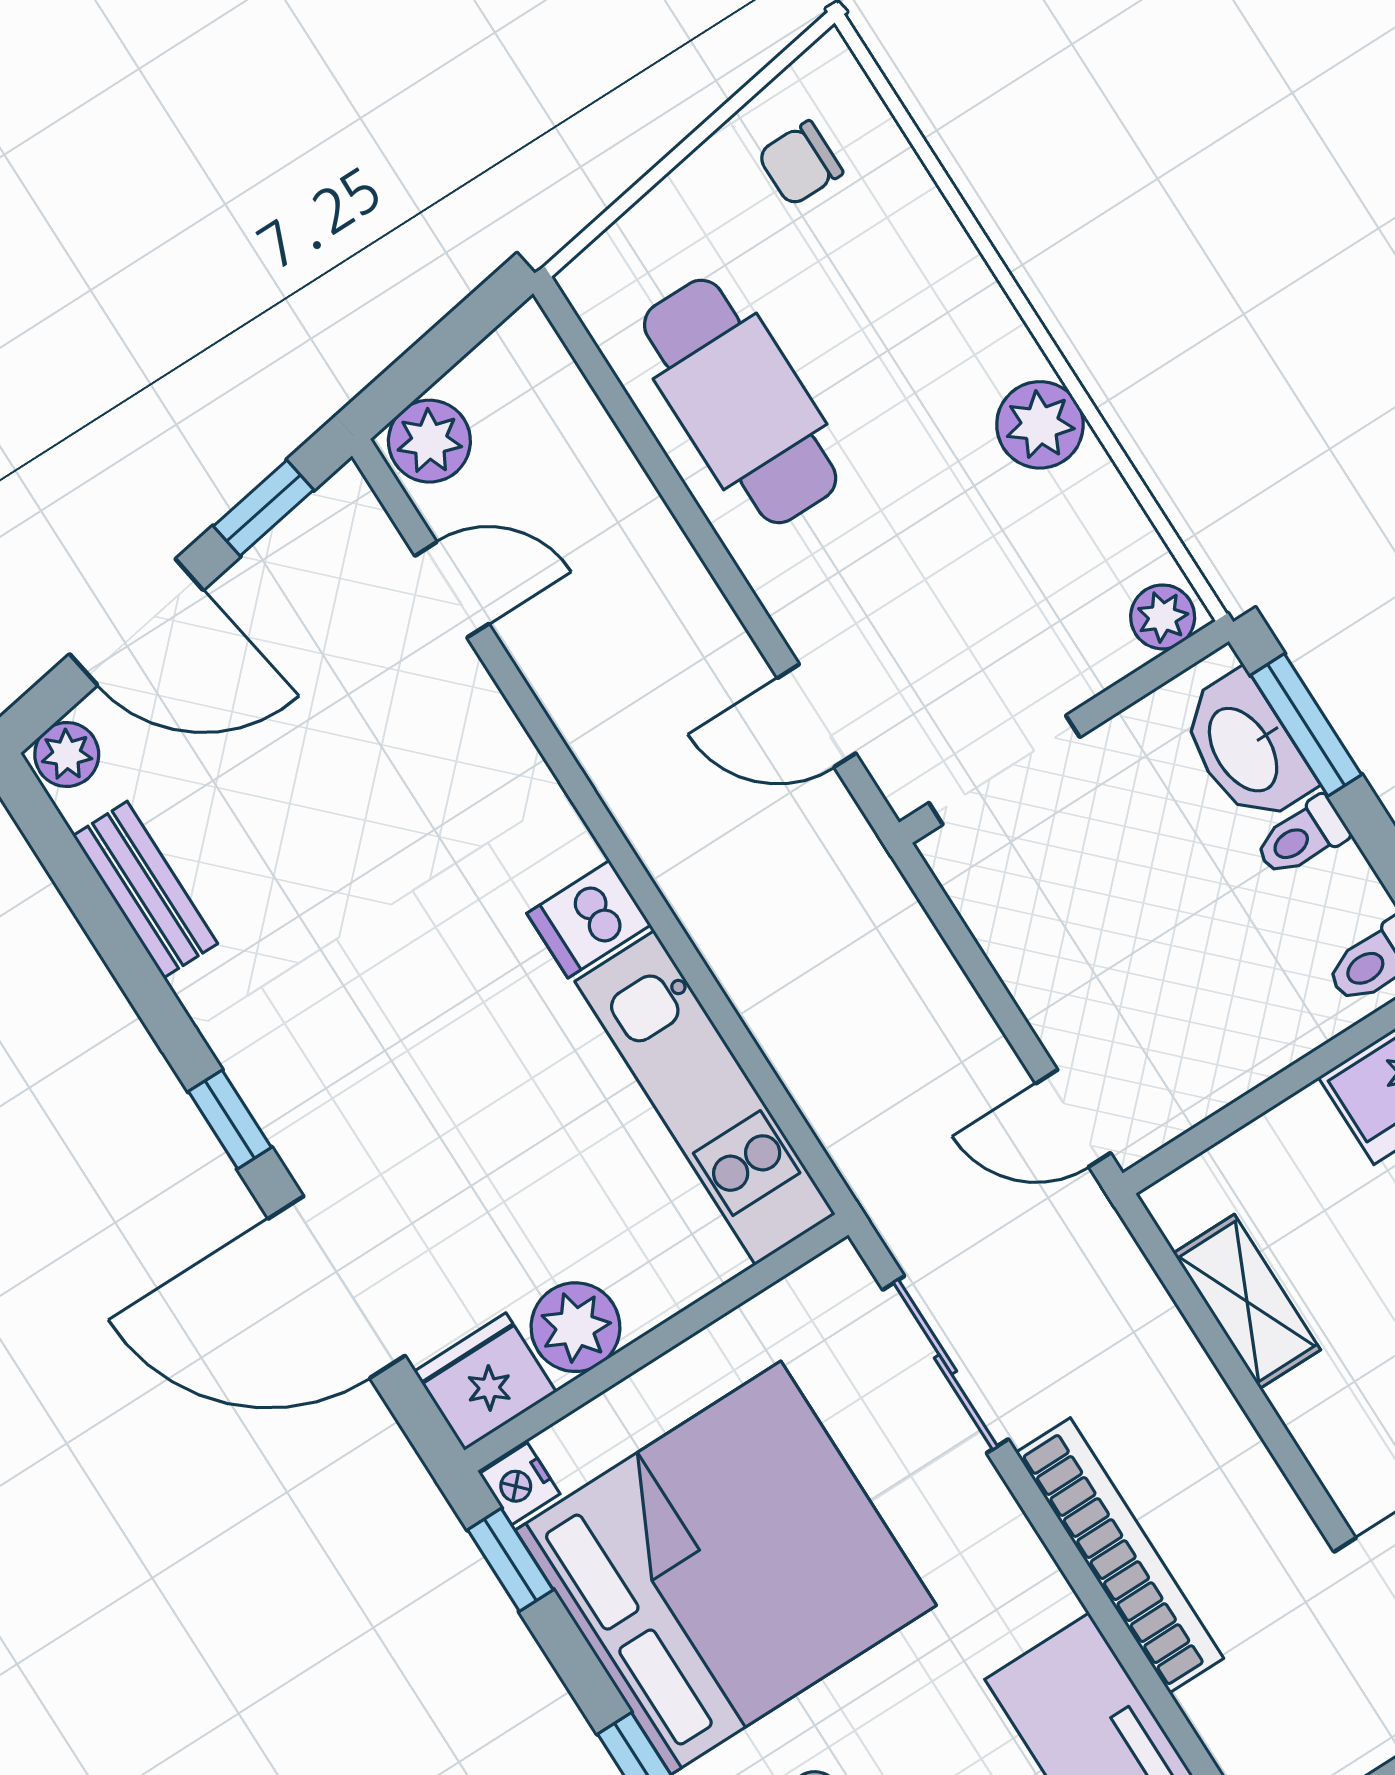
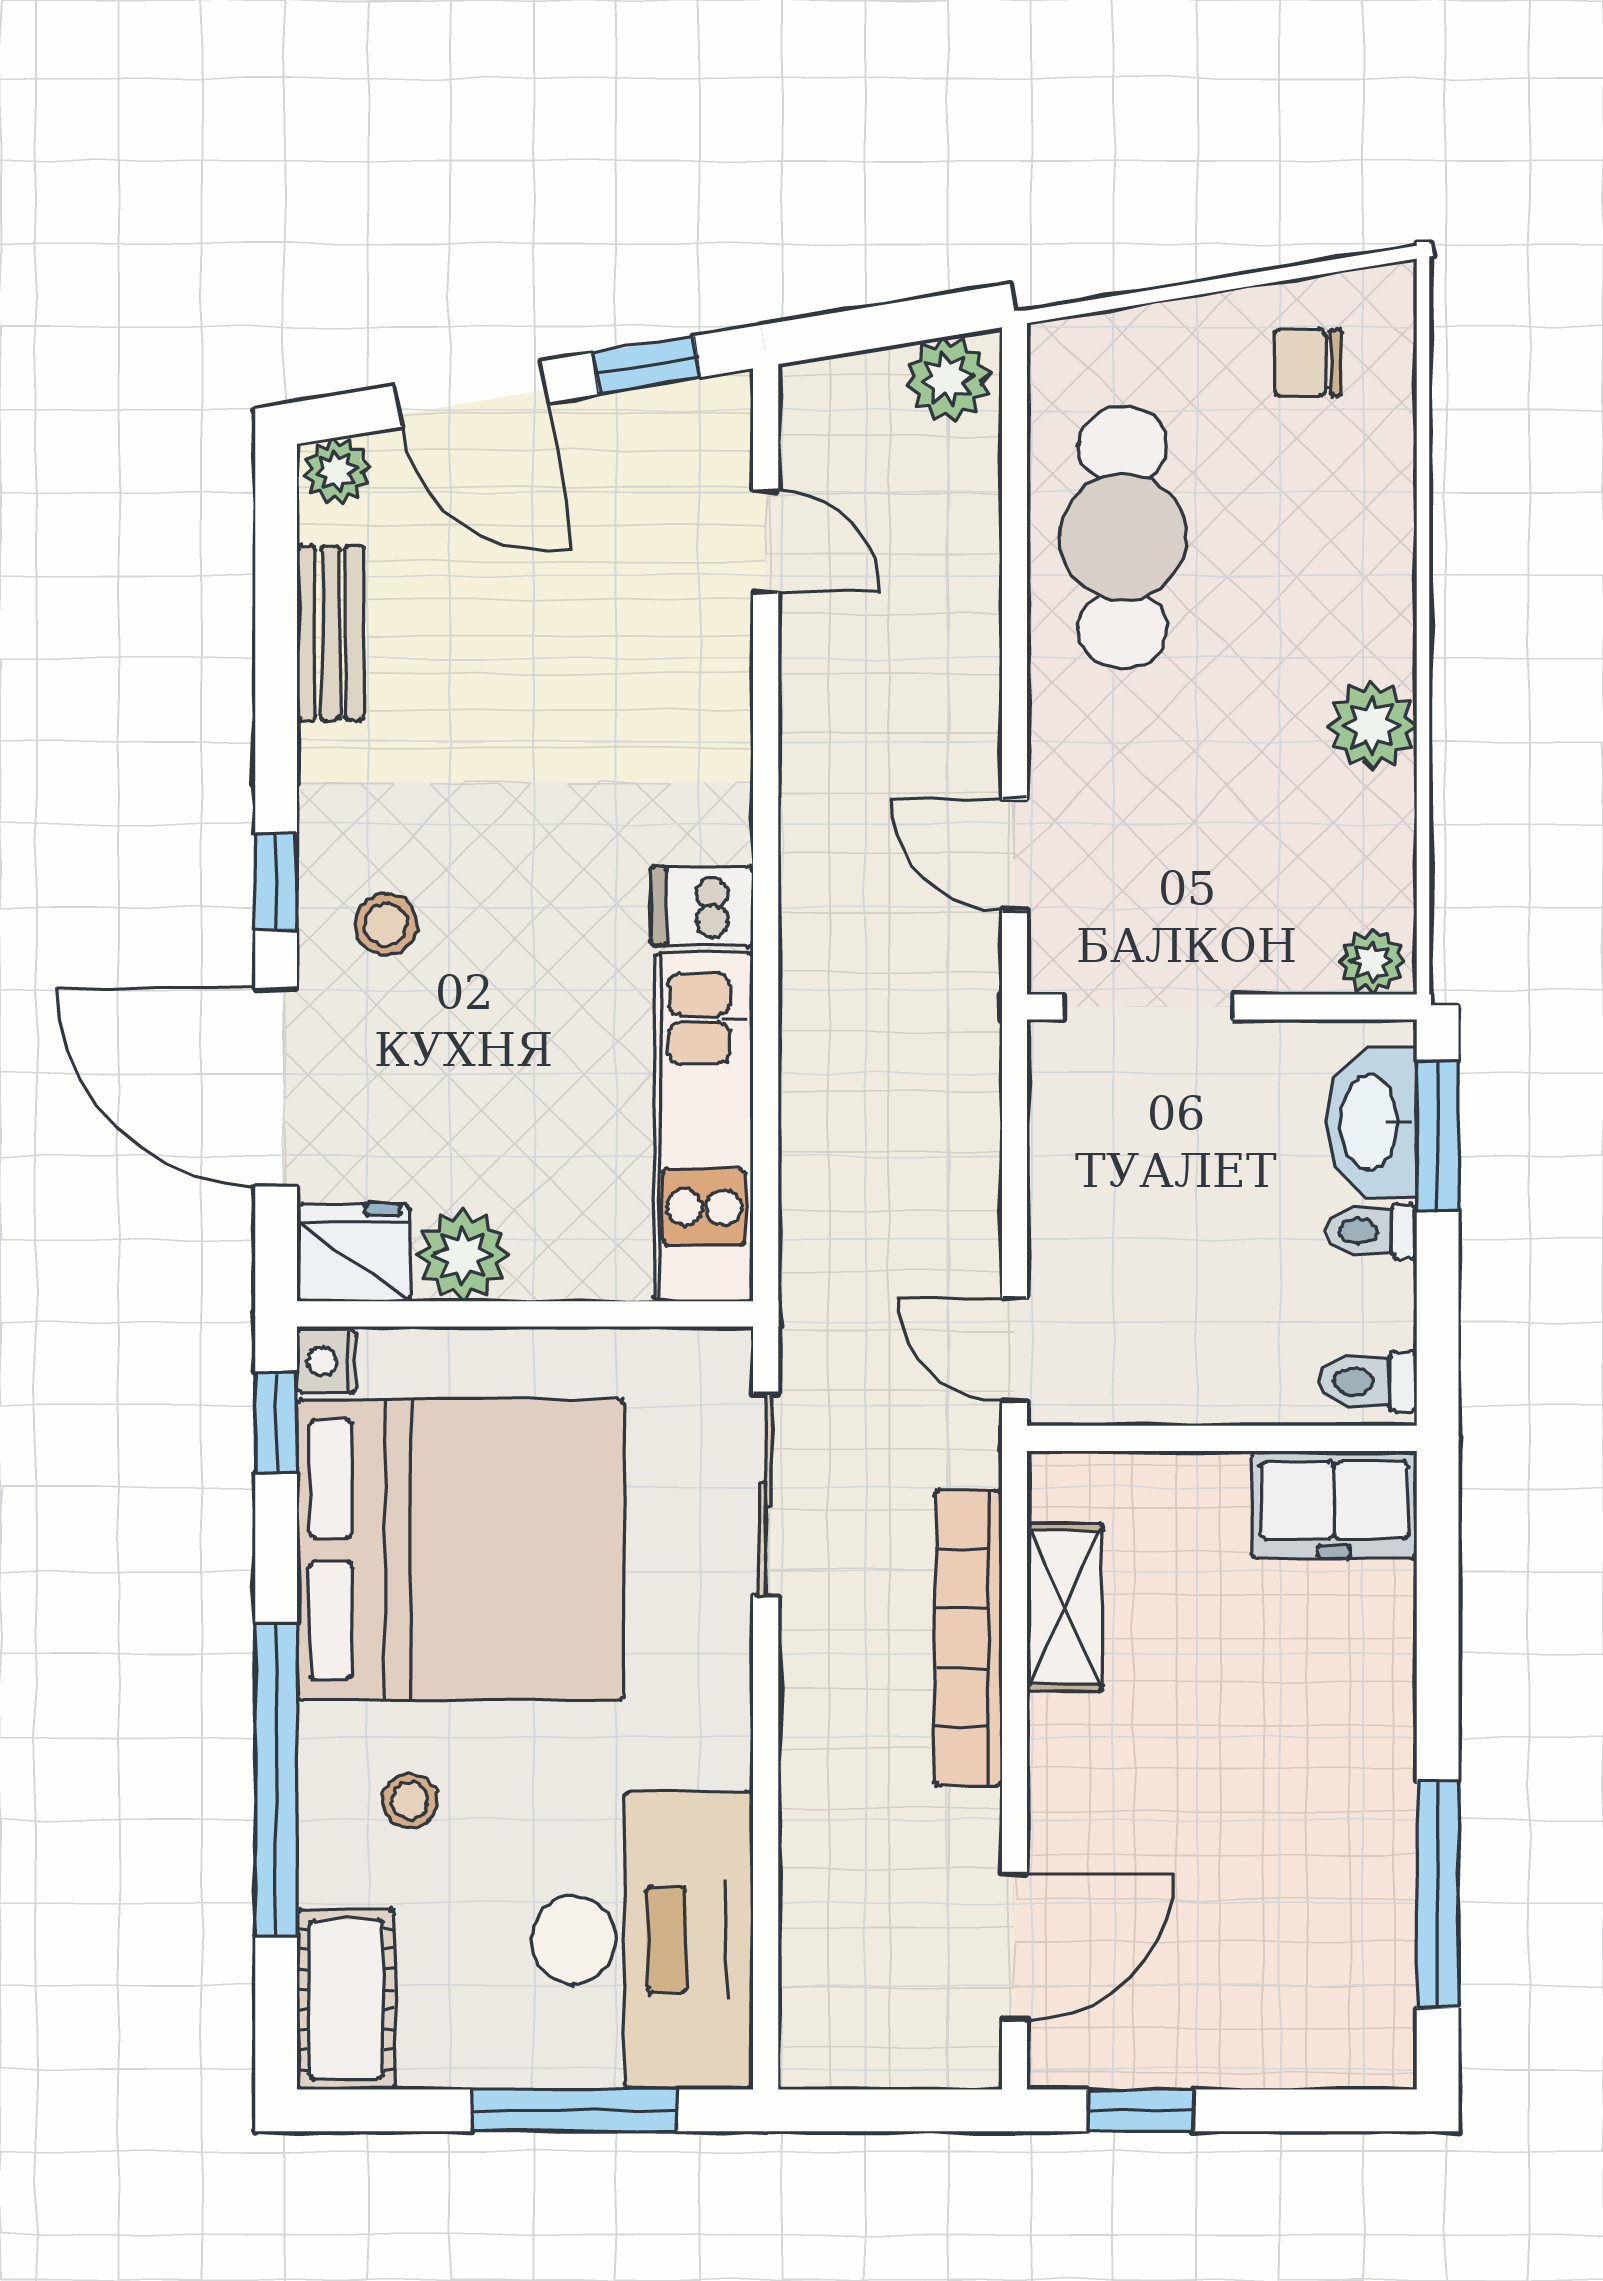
plant: (429, 441) -> (948, 379), moved
stool: (342, 1098) -> (386, 925), added
bookcase: (1120, 1555) -> (968, 1638), moved, turned 180

